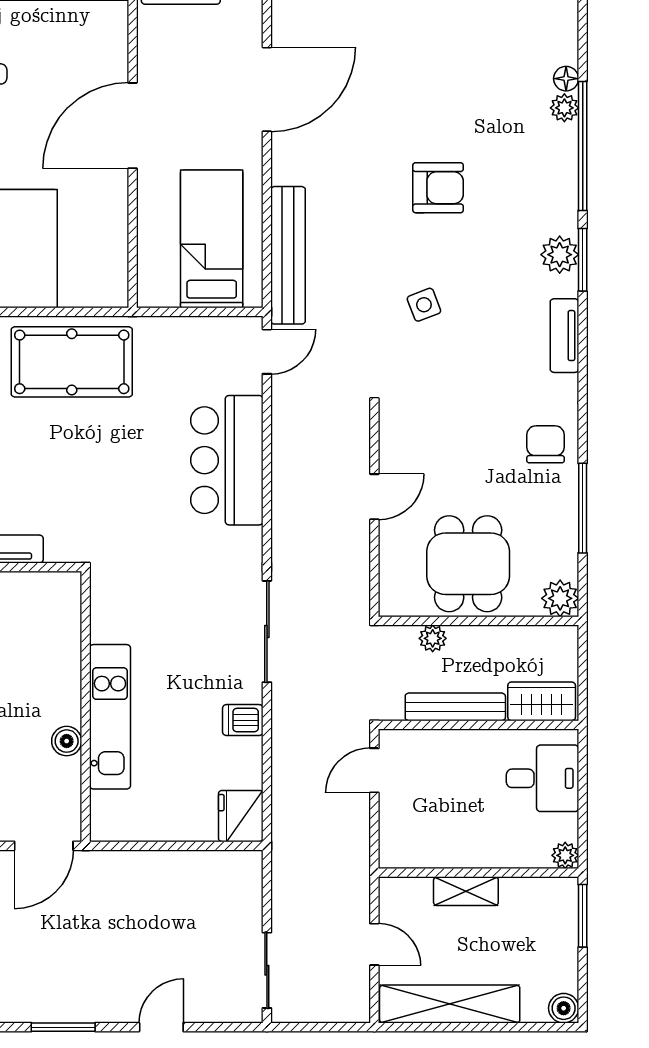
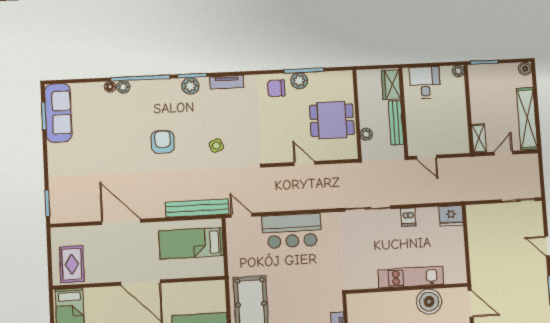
plant: (560, 598) -> (299, 81), moved
boiler: (67, 741) -> (429, 302), width x1.86, depth x1.86
shelving: (466, 891) -> (479, 138), moved

